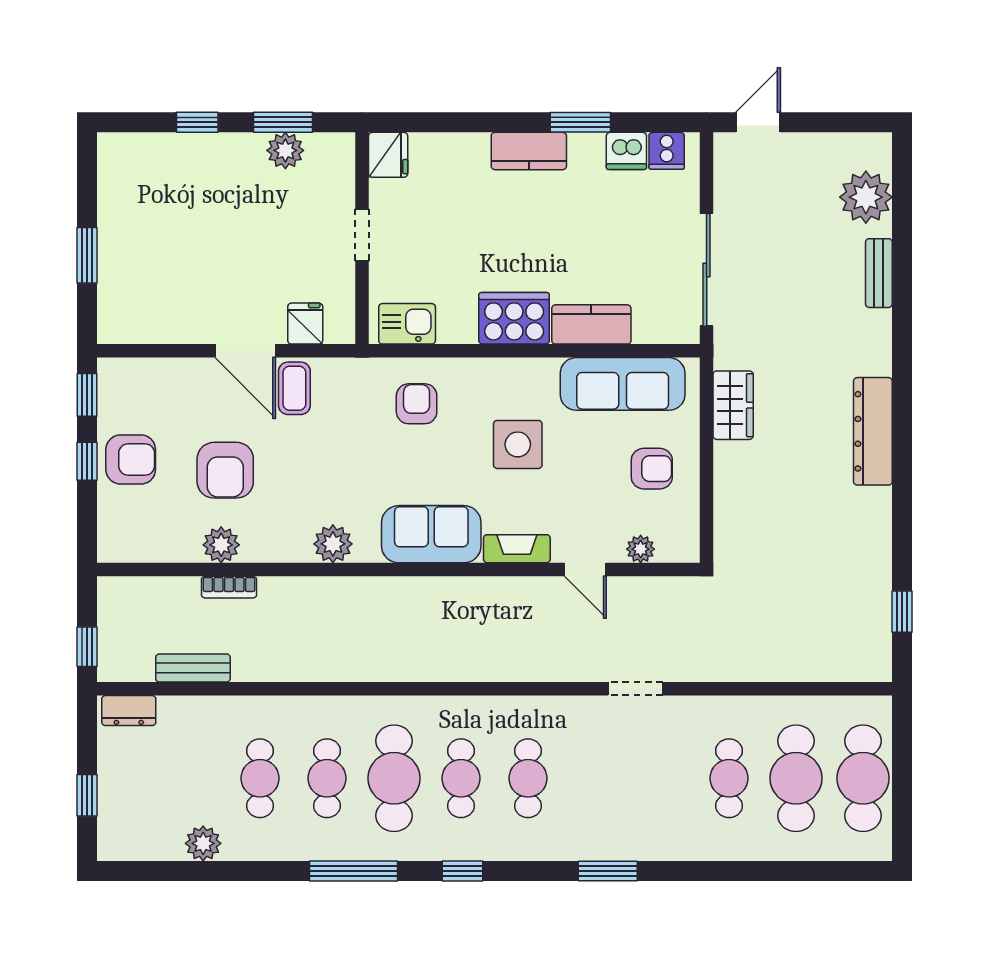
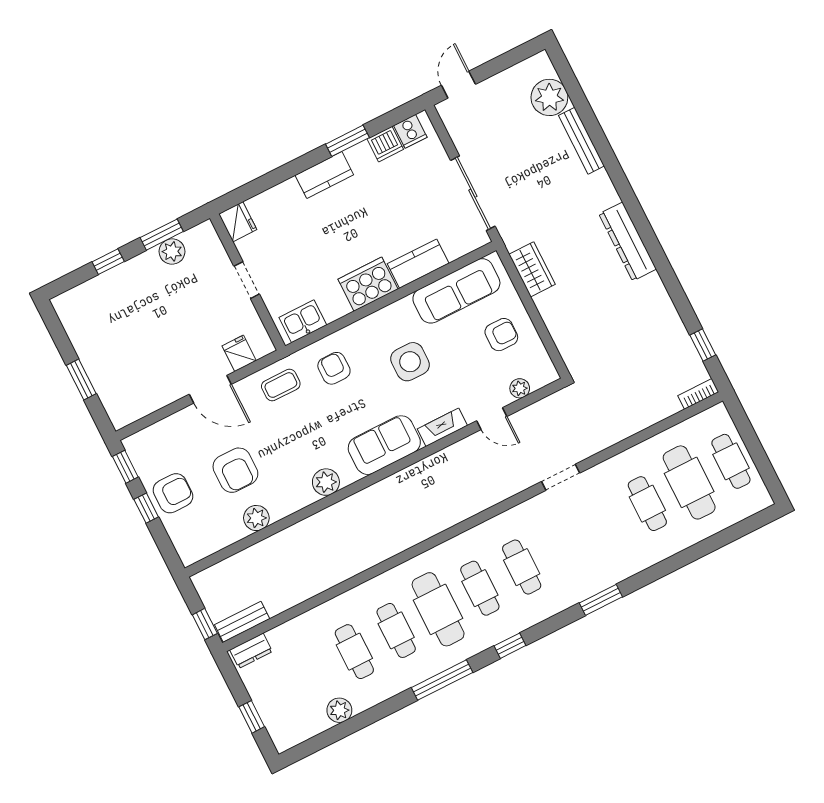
bench: (879, 273) -> (581, 141), width x1.36
coffee table: (294, 388) -> (281, 385), moved, turned 90
bookcase: (229, 587) -> (698, 394), moved, turned 180
bench: (193, 668) -> (242, 622), moved
cafe table: (863, 778) -> (731, 461), width x0.73, depth x0.74

